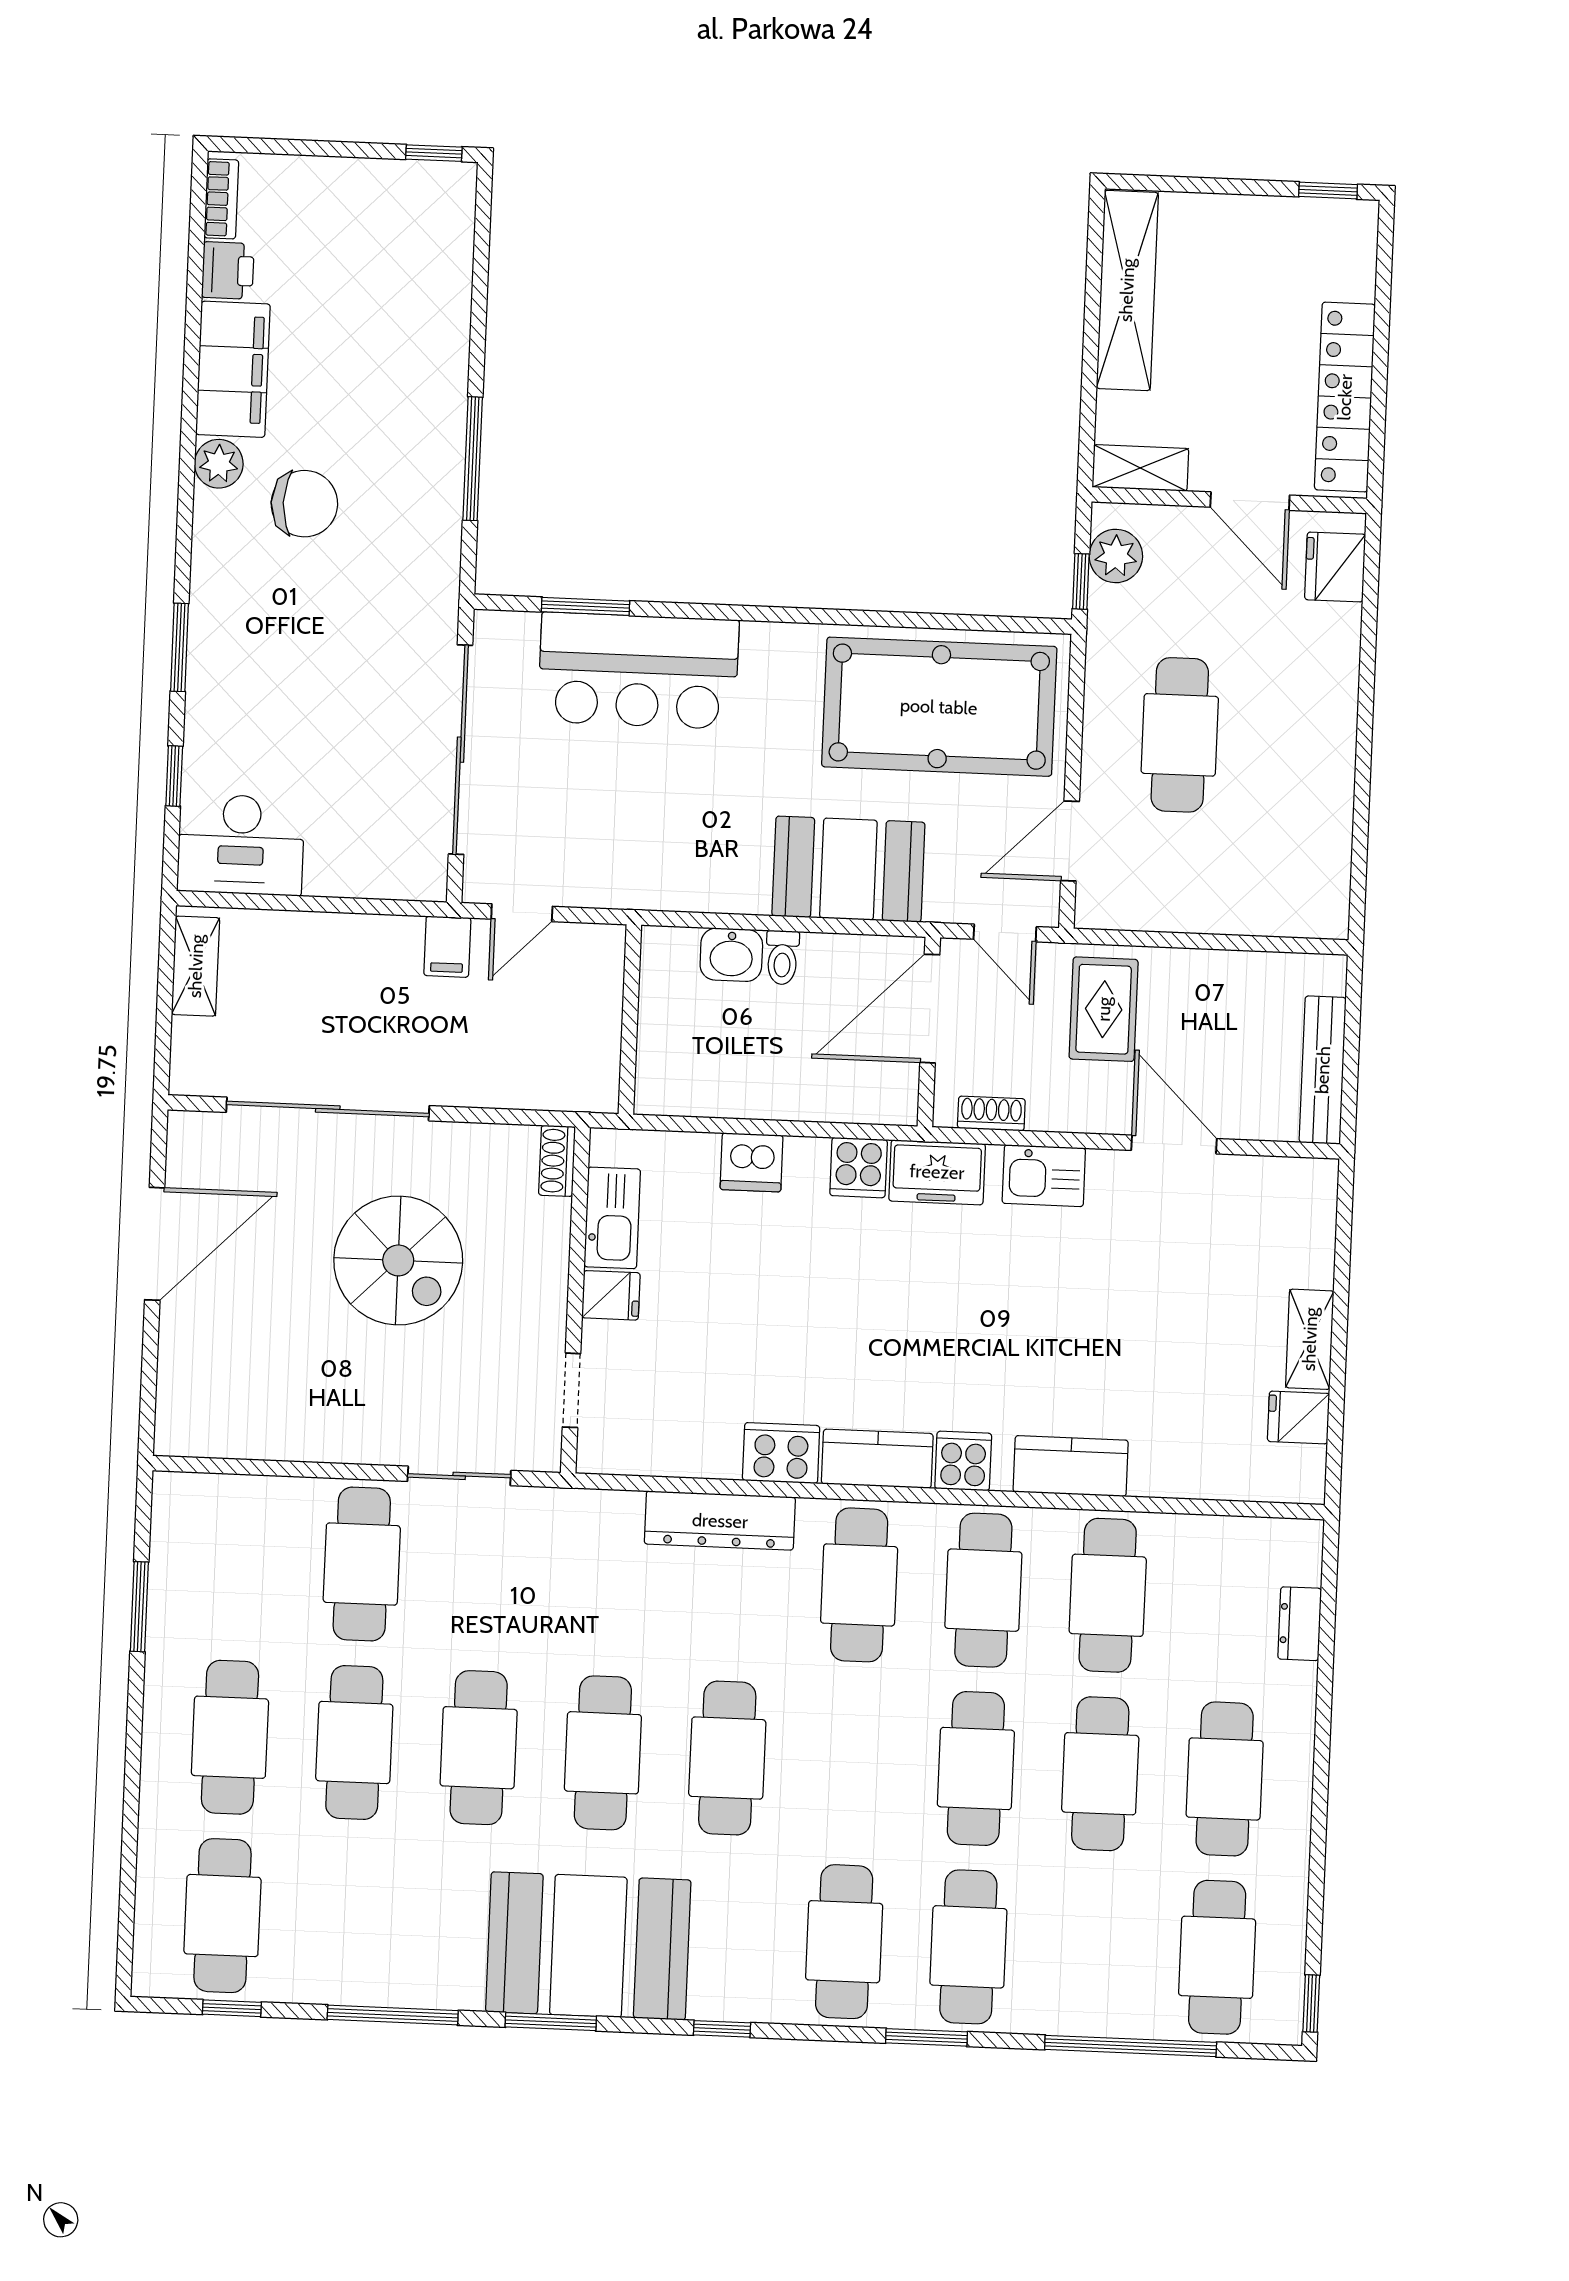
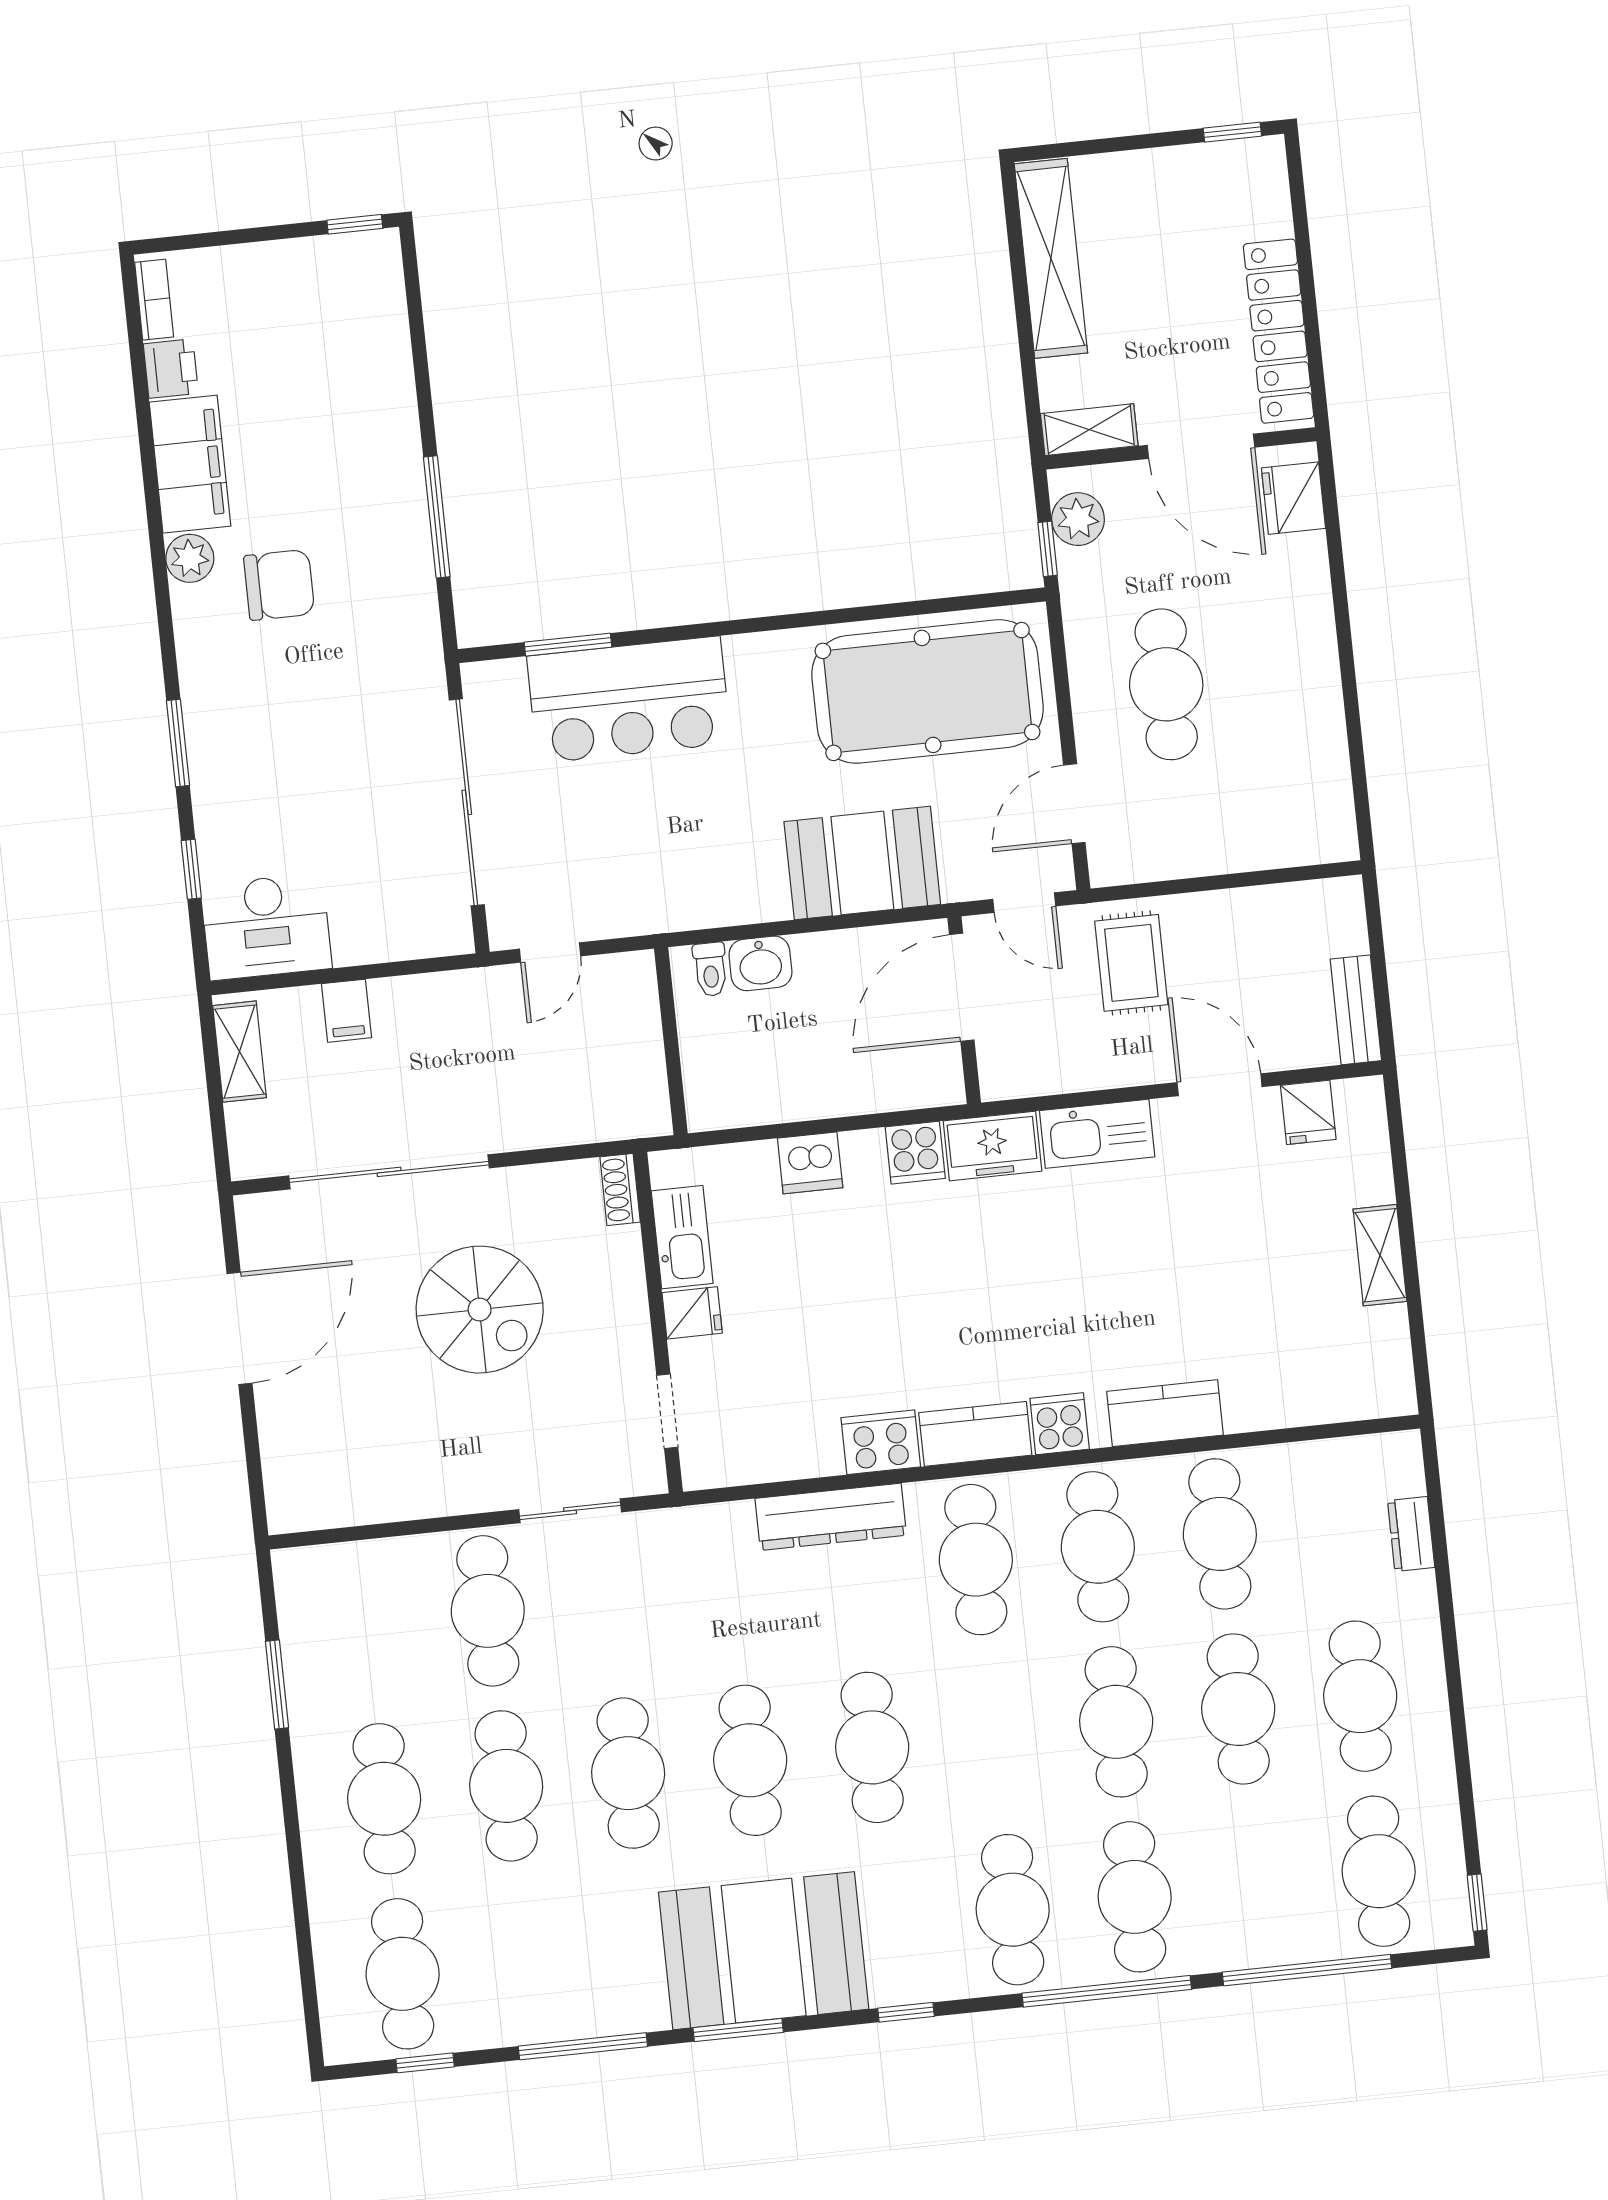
door: (1250, 501) -> (1201, 446), width x1.36
filing cabinet: (447, 947) -> (347, 1011), moved
toilet: (782, 958) -> (710, 969), moved
bench: (1323, 1070) -> (1356, 1010), width x0.73
shoe rack: (991, 1113) -> (1037, 1081), removed
kitchen sink: (1044, 1176) -> (1097, 1134), width x1.38
fridge: (1298, 1417) -> (1308, 1112), moved, turned -90
window: (927, 2037) -> (1107, 1991), width x2.11

